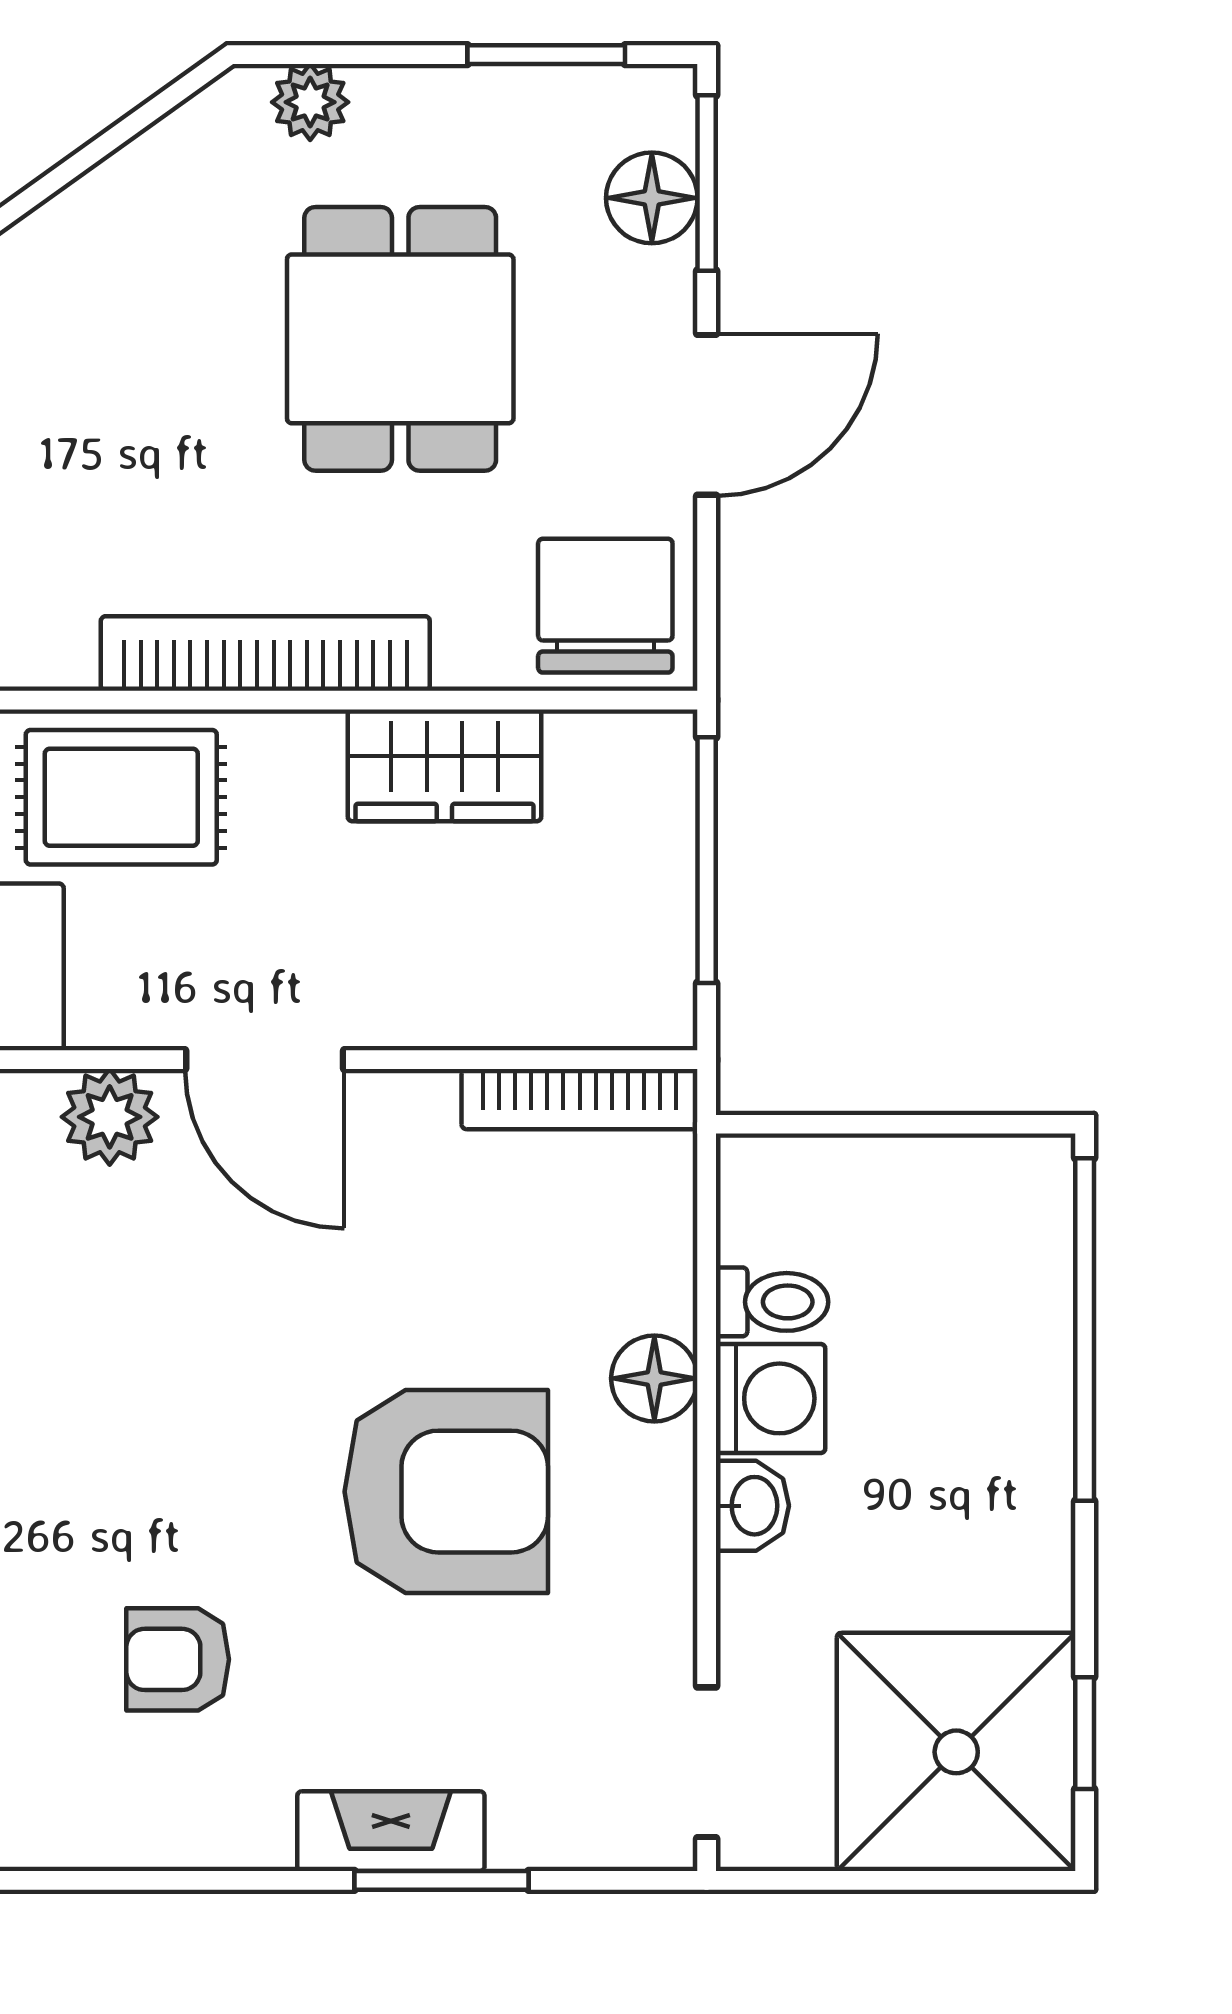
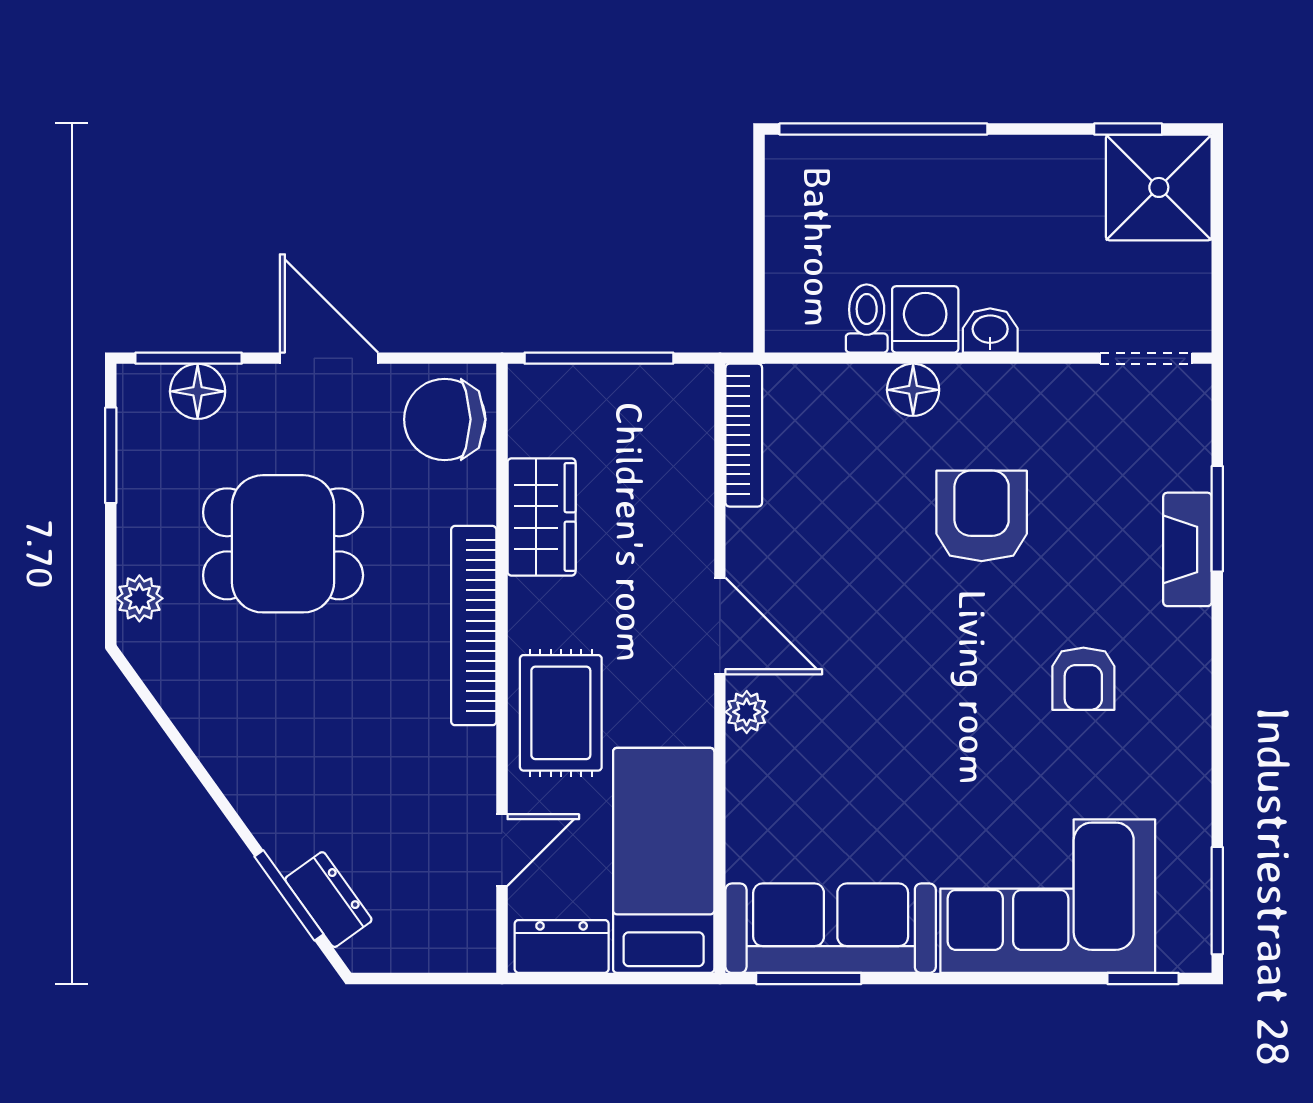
door: (265, 1060) -> (720, 626), hinge flipped
plant: (110, 1117) -> (747, 712), width x0.73, depth x0.73
armchair: (446, 1492) -> (982, 516), width x0.73, depth x0.73
shower: (956, 1752) -> (1159, 187), width x0.73, depth x0.73

